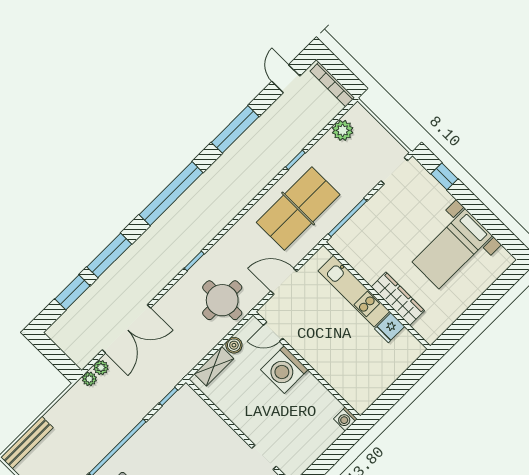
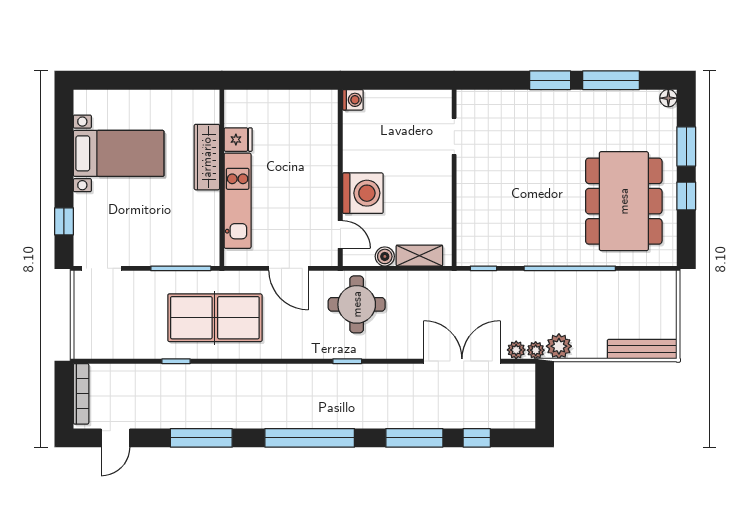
plant: (343, 130) -> (559, 346), moved
window: (72, 292) -> (477, 438), width x0.67

